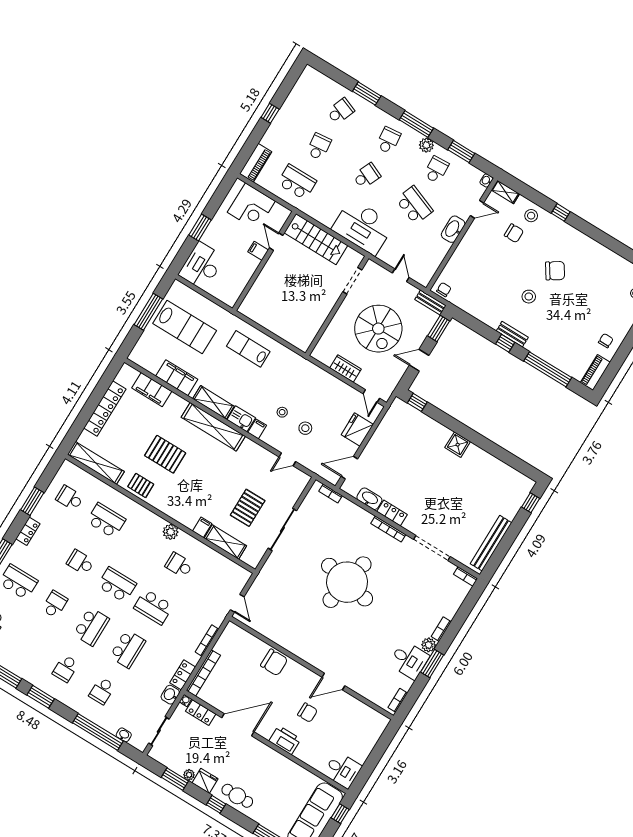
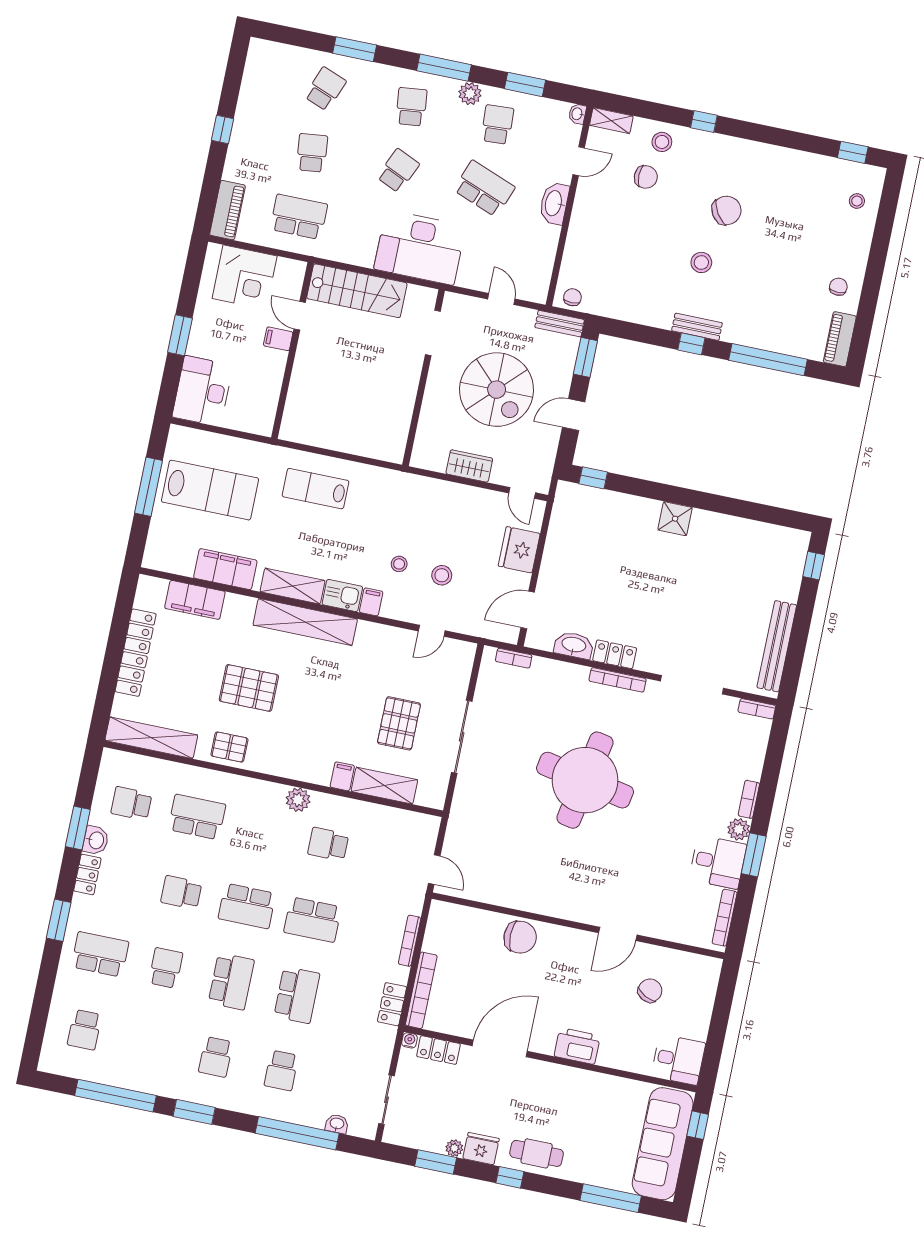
school desk: (117, 585) -> (247, 906), turned 180
washbasin: (170, 695) -> (96, 840), moved, turned 180
bookcase: (398, 700) -> (725, 918), width x1.56
chair: (307, 713) -> (650, 991), moved, turned -62

